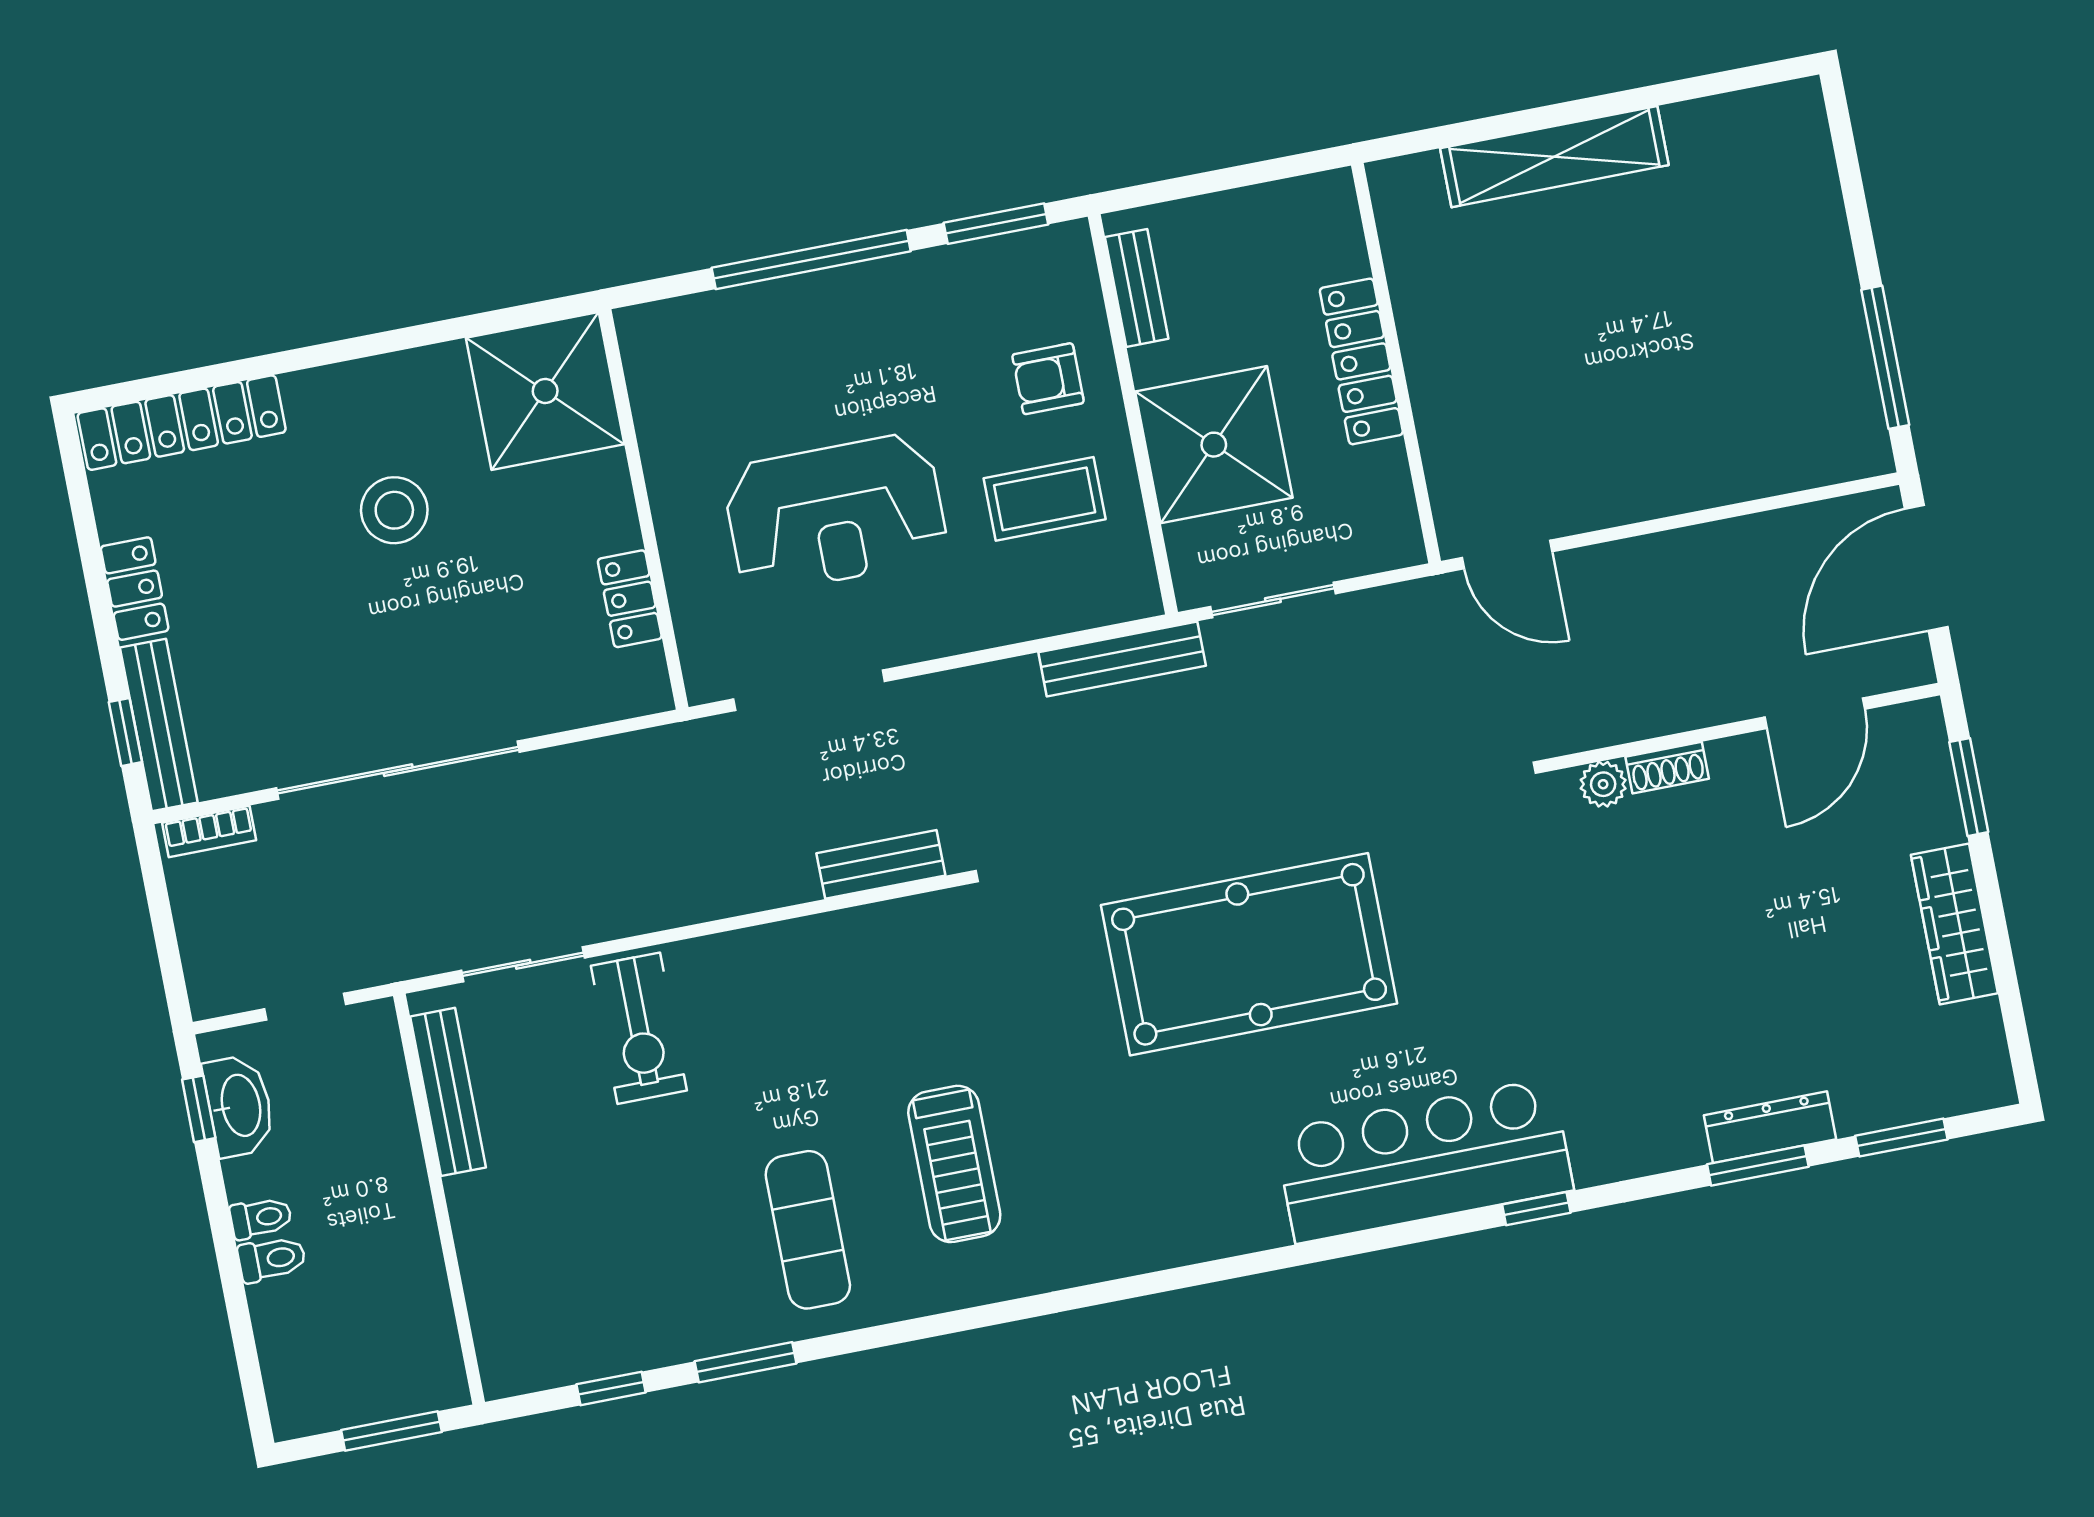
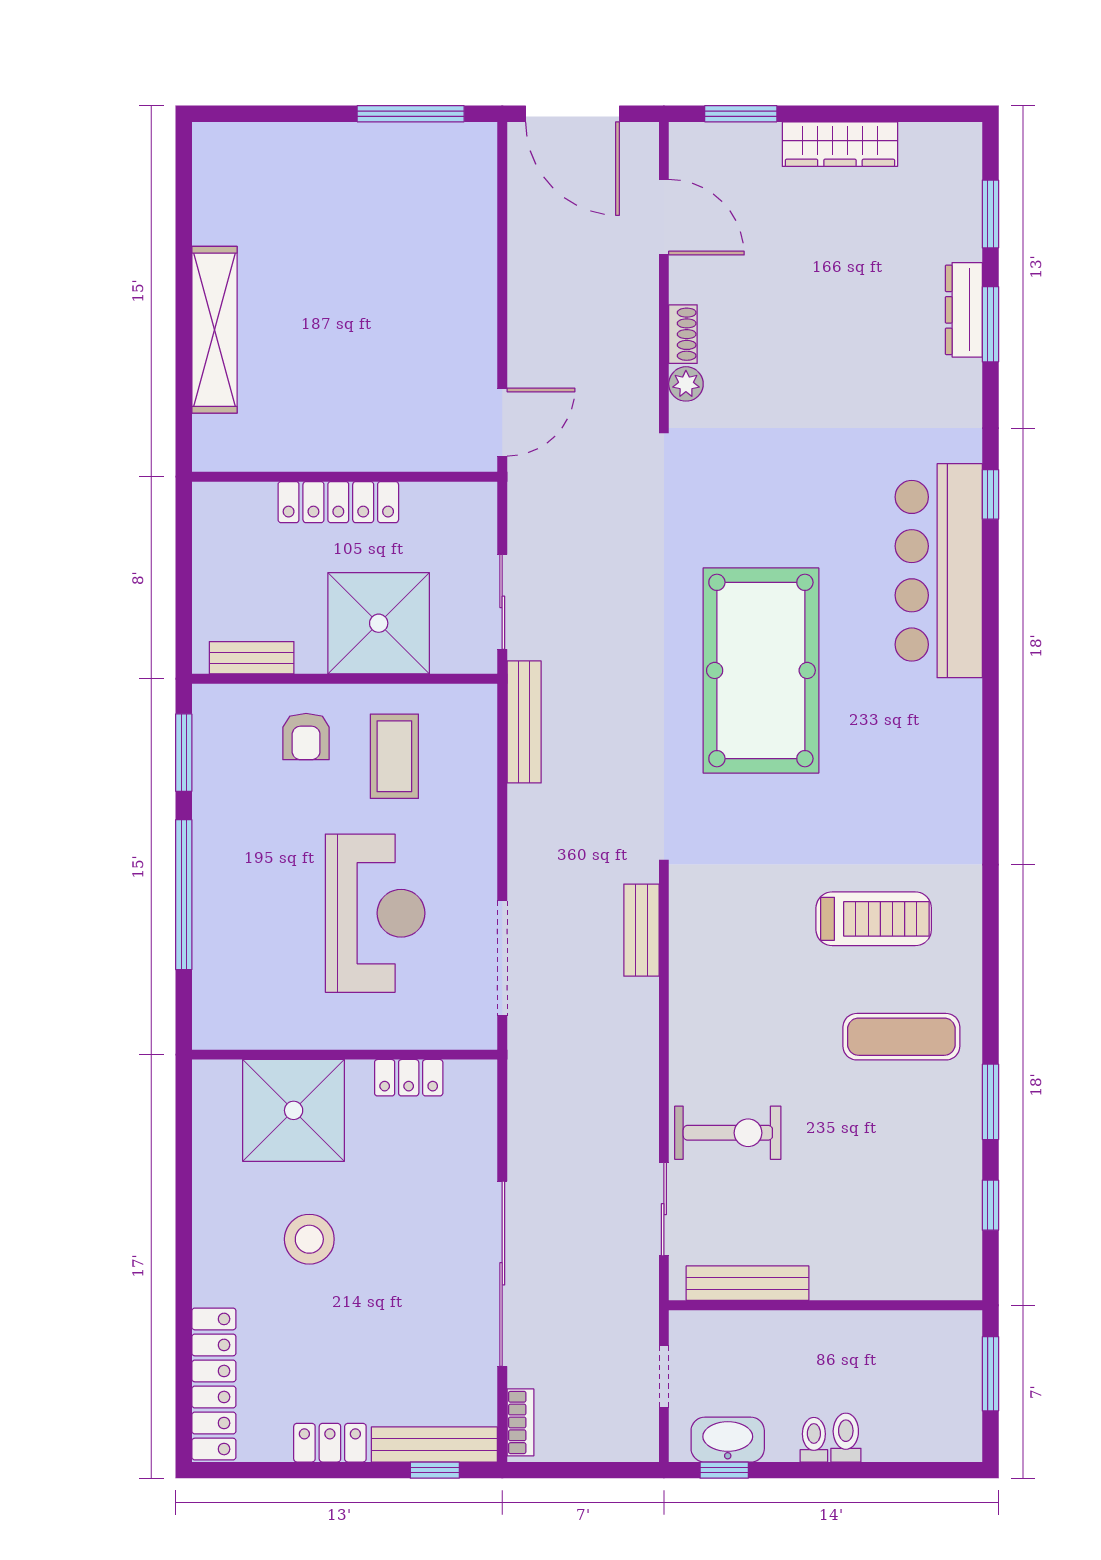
shower: (545, 391) -> (294, 1110), moved

